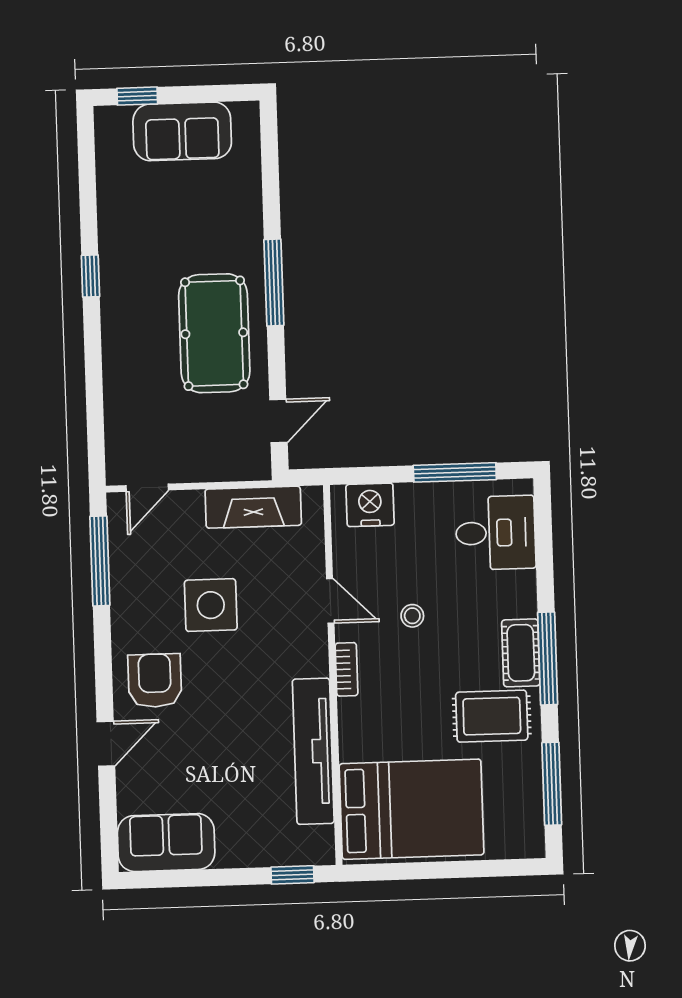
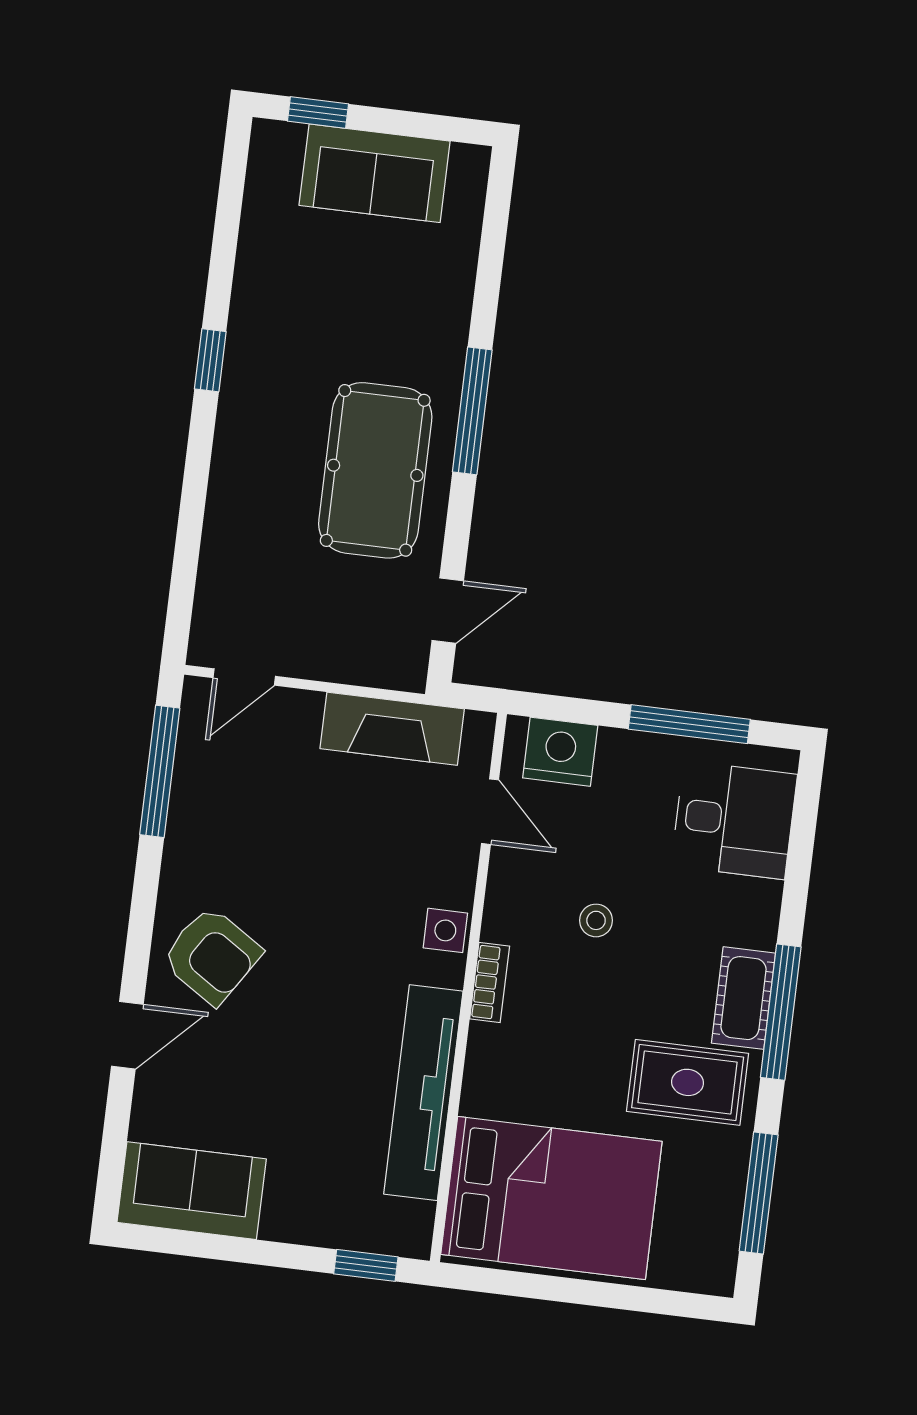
door: (330, 601) -> (490, 812), moved
side table: (211, 605) -> (445, 930), moved, width x0.54, depth x0.54
armchair: (155, 681) -> (212, 956), turned 123

